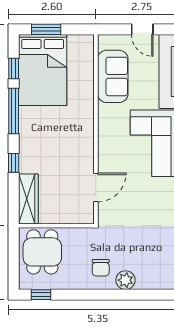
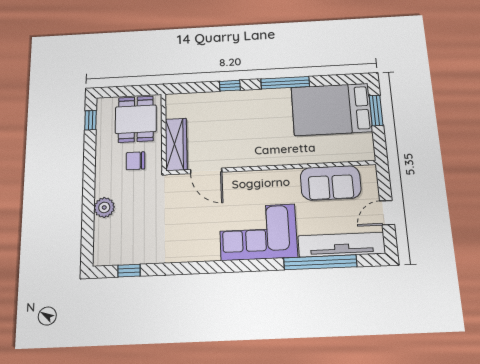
window: (14, 69) -> (331, 80), removed
wardrobe: (28, 199) -> (176, 144), moved, turned -90
dining table: (42, 252) -> (136, 119), turned 90
chair: (101, 268) -> (135, 161), moved

